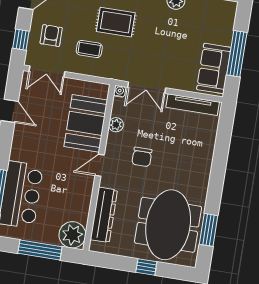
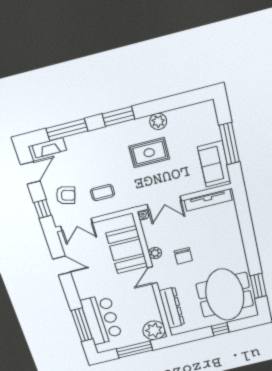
rug: (116, 22) -> (149, 153), moved
armchair: (51, 36) -> (66, 195), turned 106
plant: (116, 125) -> (155, 253), moved

